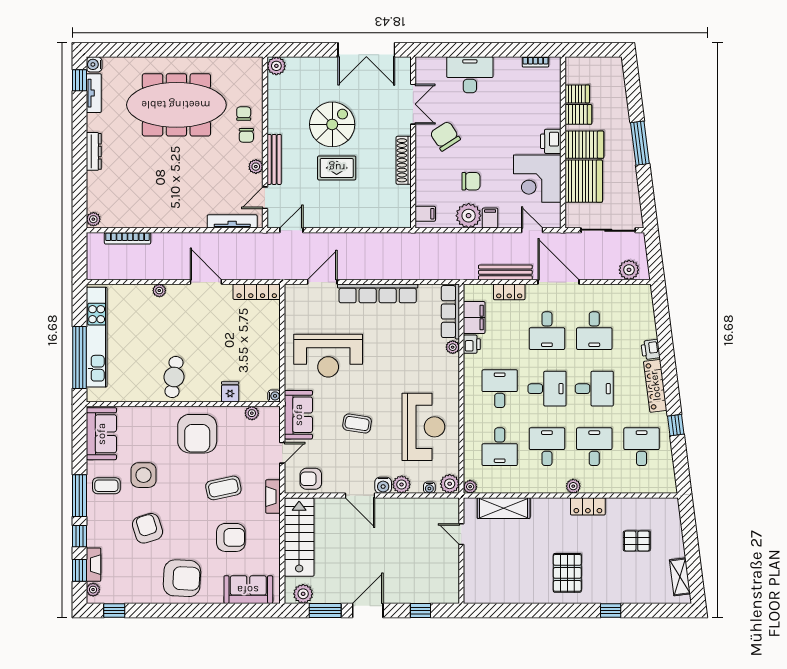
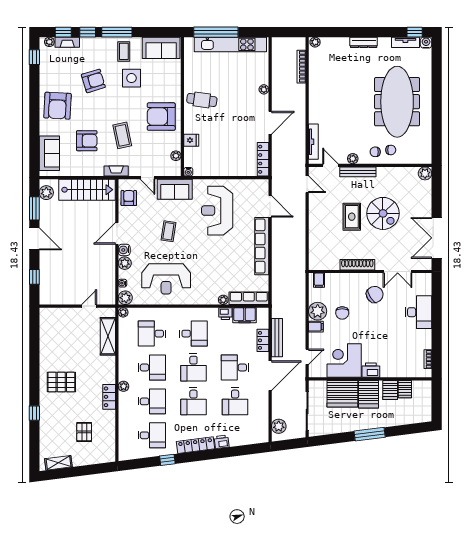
desk: (594, 331) -> (235, 401), turned -90
armchair: (231, 537) -> (87, 141), turned -90

